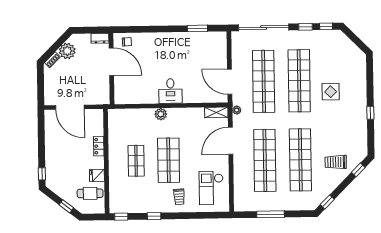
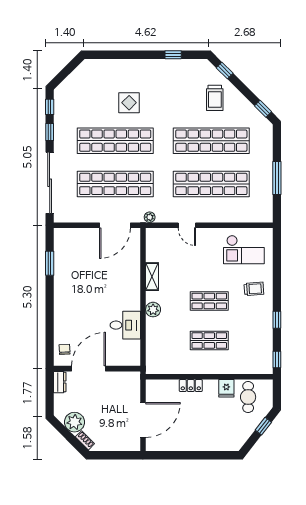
desk: (170, 91) -> (125, 325), moved
shelving: (216, 112) -> (152, 277), moved
window: (370, 113) -> (173, 55), moved
door: (231, 141) -> (187, 225), width x0.53
shop shelf: (169, 160) -> (209, 301), width x0.70, depth x0.74
window: (42, 174) -> (223, 455), removed

